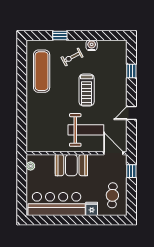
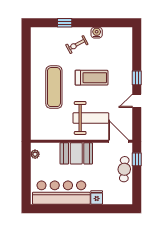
exercise mat: (42, 71) -> (54, 87), moved
window: (131, 71) -> (137, 78), moved
treadmill: (87, 90) -> (92, 78), turned -90
cafe table: (112, 195) -> (124, 169), moved

